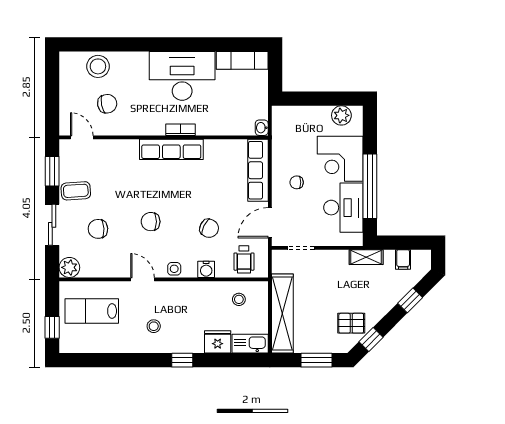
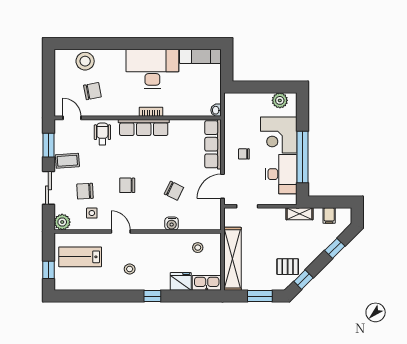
wheelchair: (244, 259) -> (102, 134), moved, turned 180
side table: (174, 269) -> (92, 213), moved

